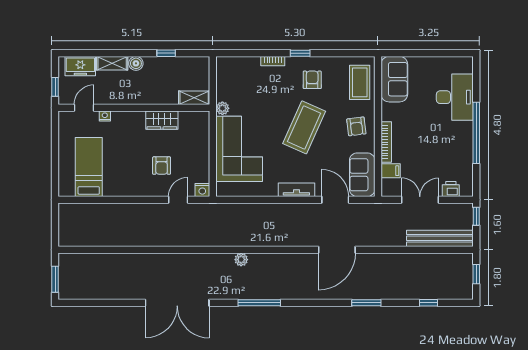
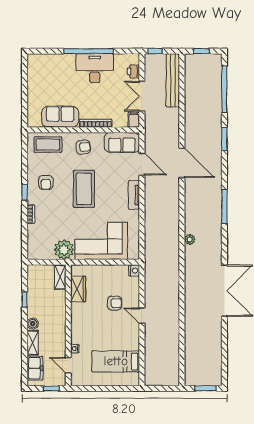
sofa: (394, 79) -> (60, 117), moved
armchair: (312, 80) -> (46, 183), turned -90
desk: (455, 97) -> (95, 68), moved
plant: (222, 108) -> (64, 250), width x1.87, depth x1.87
wardrobe: (162, 120) -> (78, 289), moved
coffee table: (304, 127) -> (84, 189), turned 66
filing cabinet: (391, 171) -> (134, 120), moved
door: (178, 200) -> (142, 316), moved
door: (335, 200) -> (142, 164), swing flipped
window: (259, 303) -> (224, 206), moved
window: (429, 303) -> (224, 89), width x3.17

